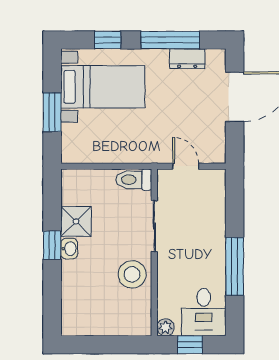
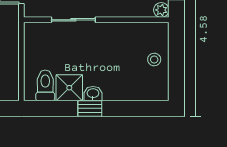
toilet: (134, 180) -> (45, 85), moved, turned 180
stool: (132, 274) -> (154, 59), moved, width x0.53, depth x0.53

